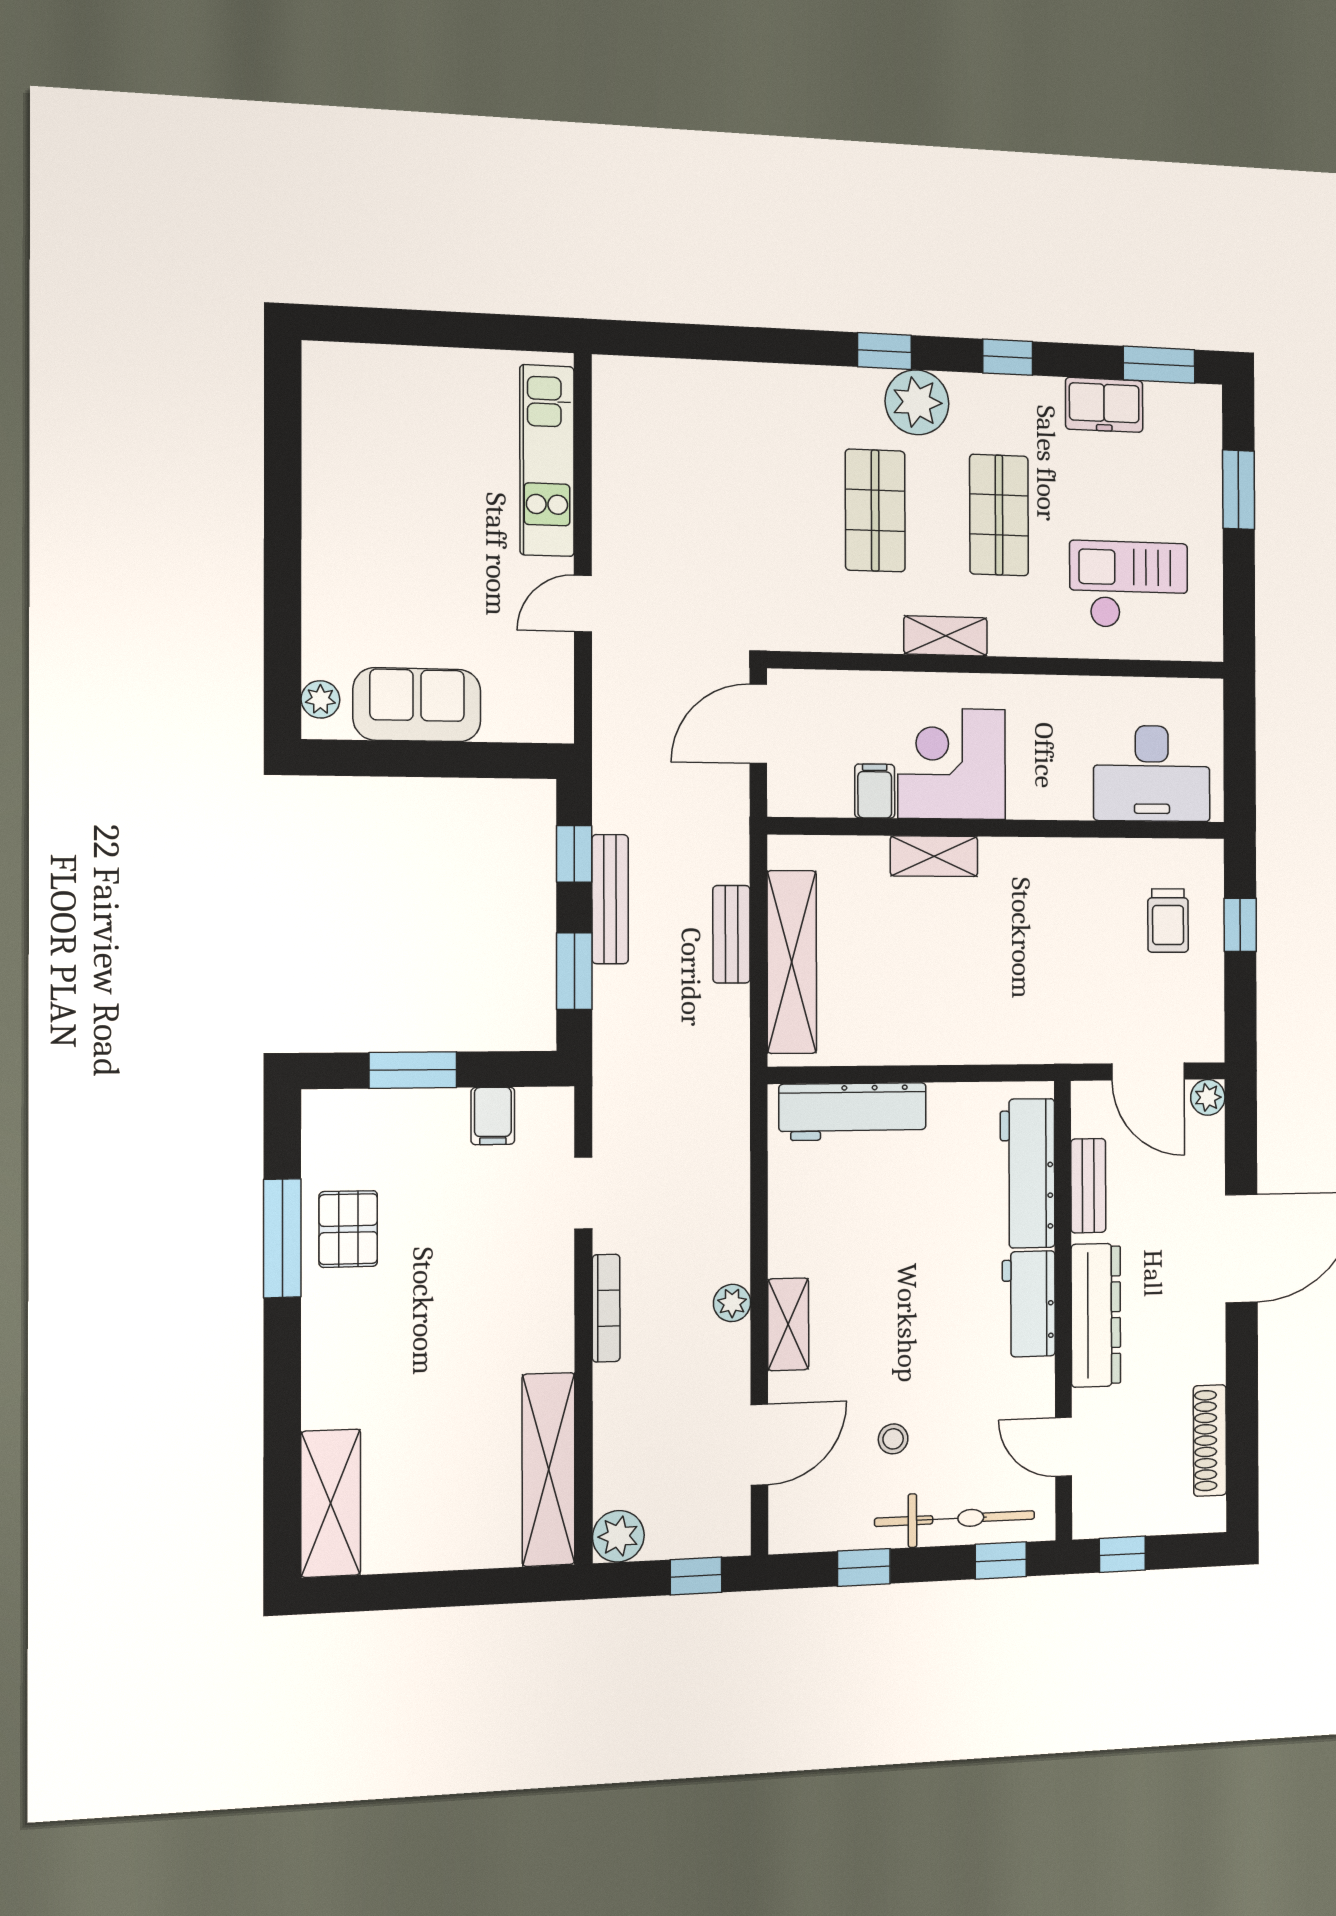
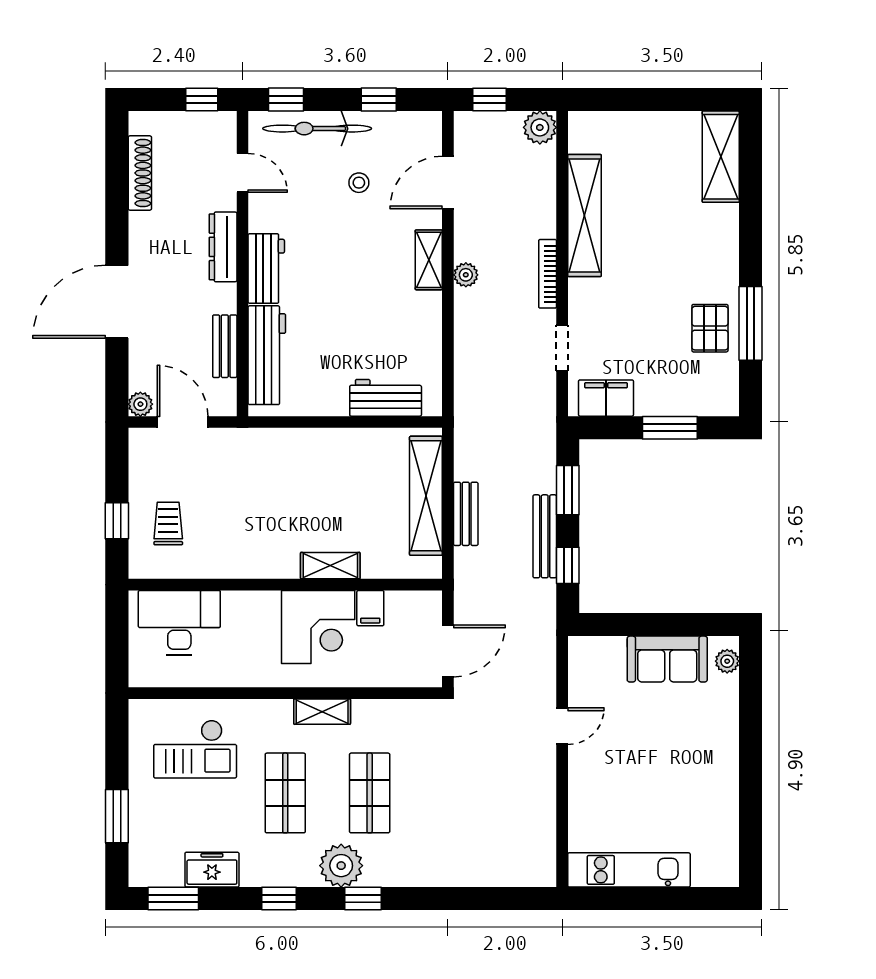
kitchen unit: (547, 461) -> (629, 870), moved, turned -90
workbench: (853, 1112) -> (386, 398), width x0.73
filing cabinet: (493, 1116) -> (606, 398), width x2.00
dresser: (1096, 1315) -> (223, 247), width x0.73, depth x0.80
shelving: (548, 1469) -> (584, 216), moved

